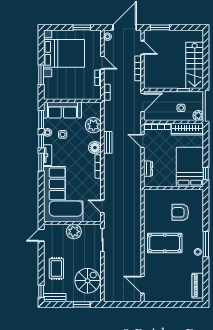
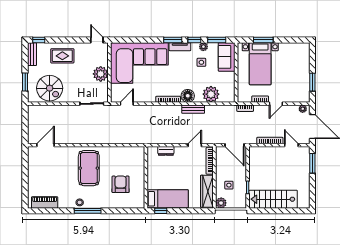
door: (143, 48) -> (291, 145), swing flipped
bed with nightstands: (64, 53) -> (260, 64), moved, width x0.73
sofa: (62, 110) -> (227, 57), width x0.73
bed: (190, 167) -> (168, 199), width x0.67

